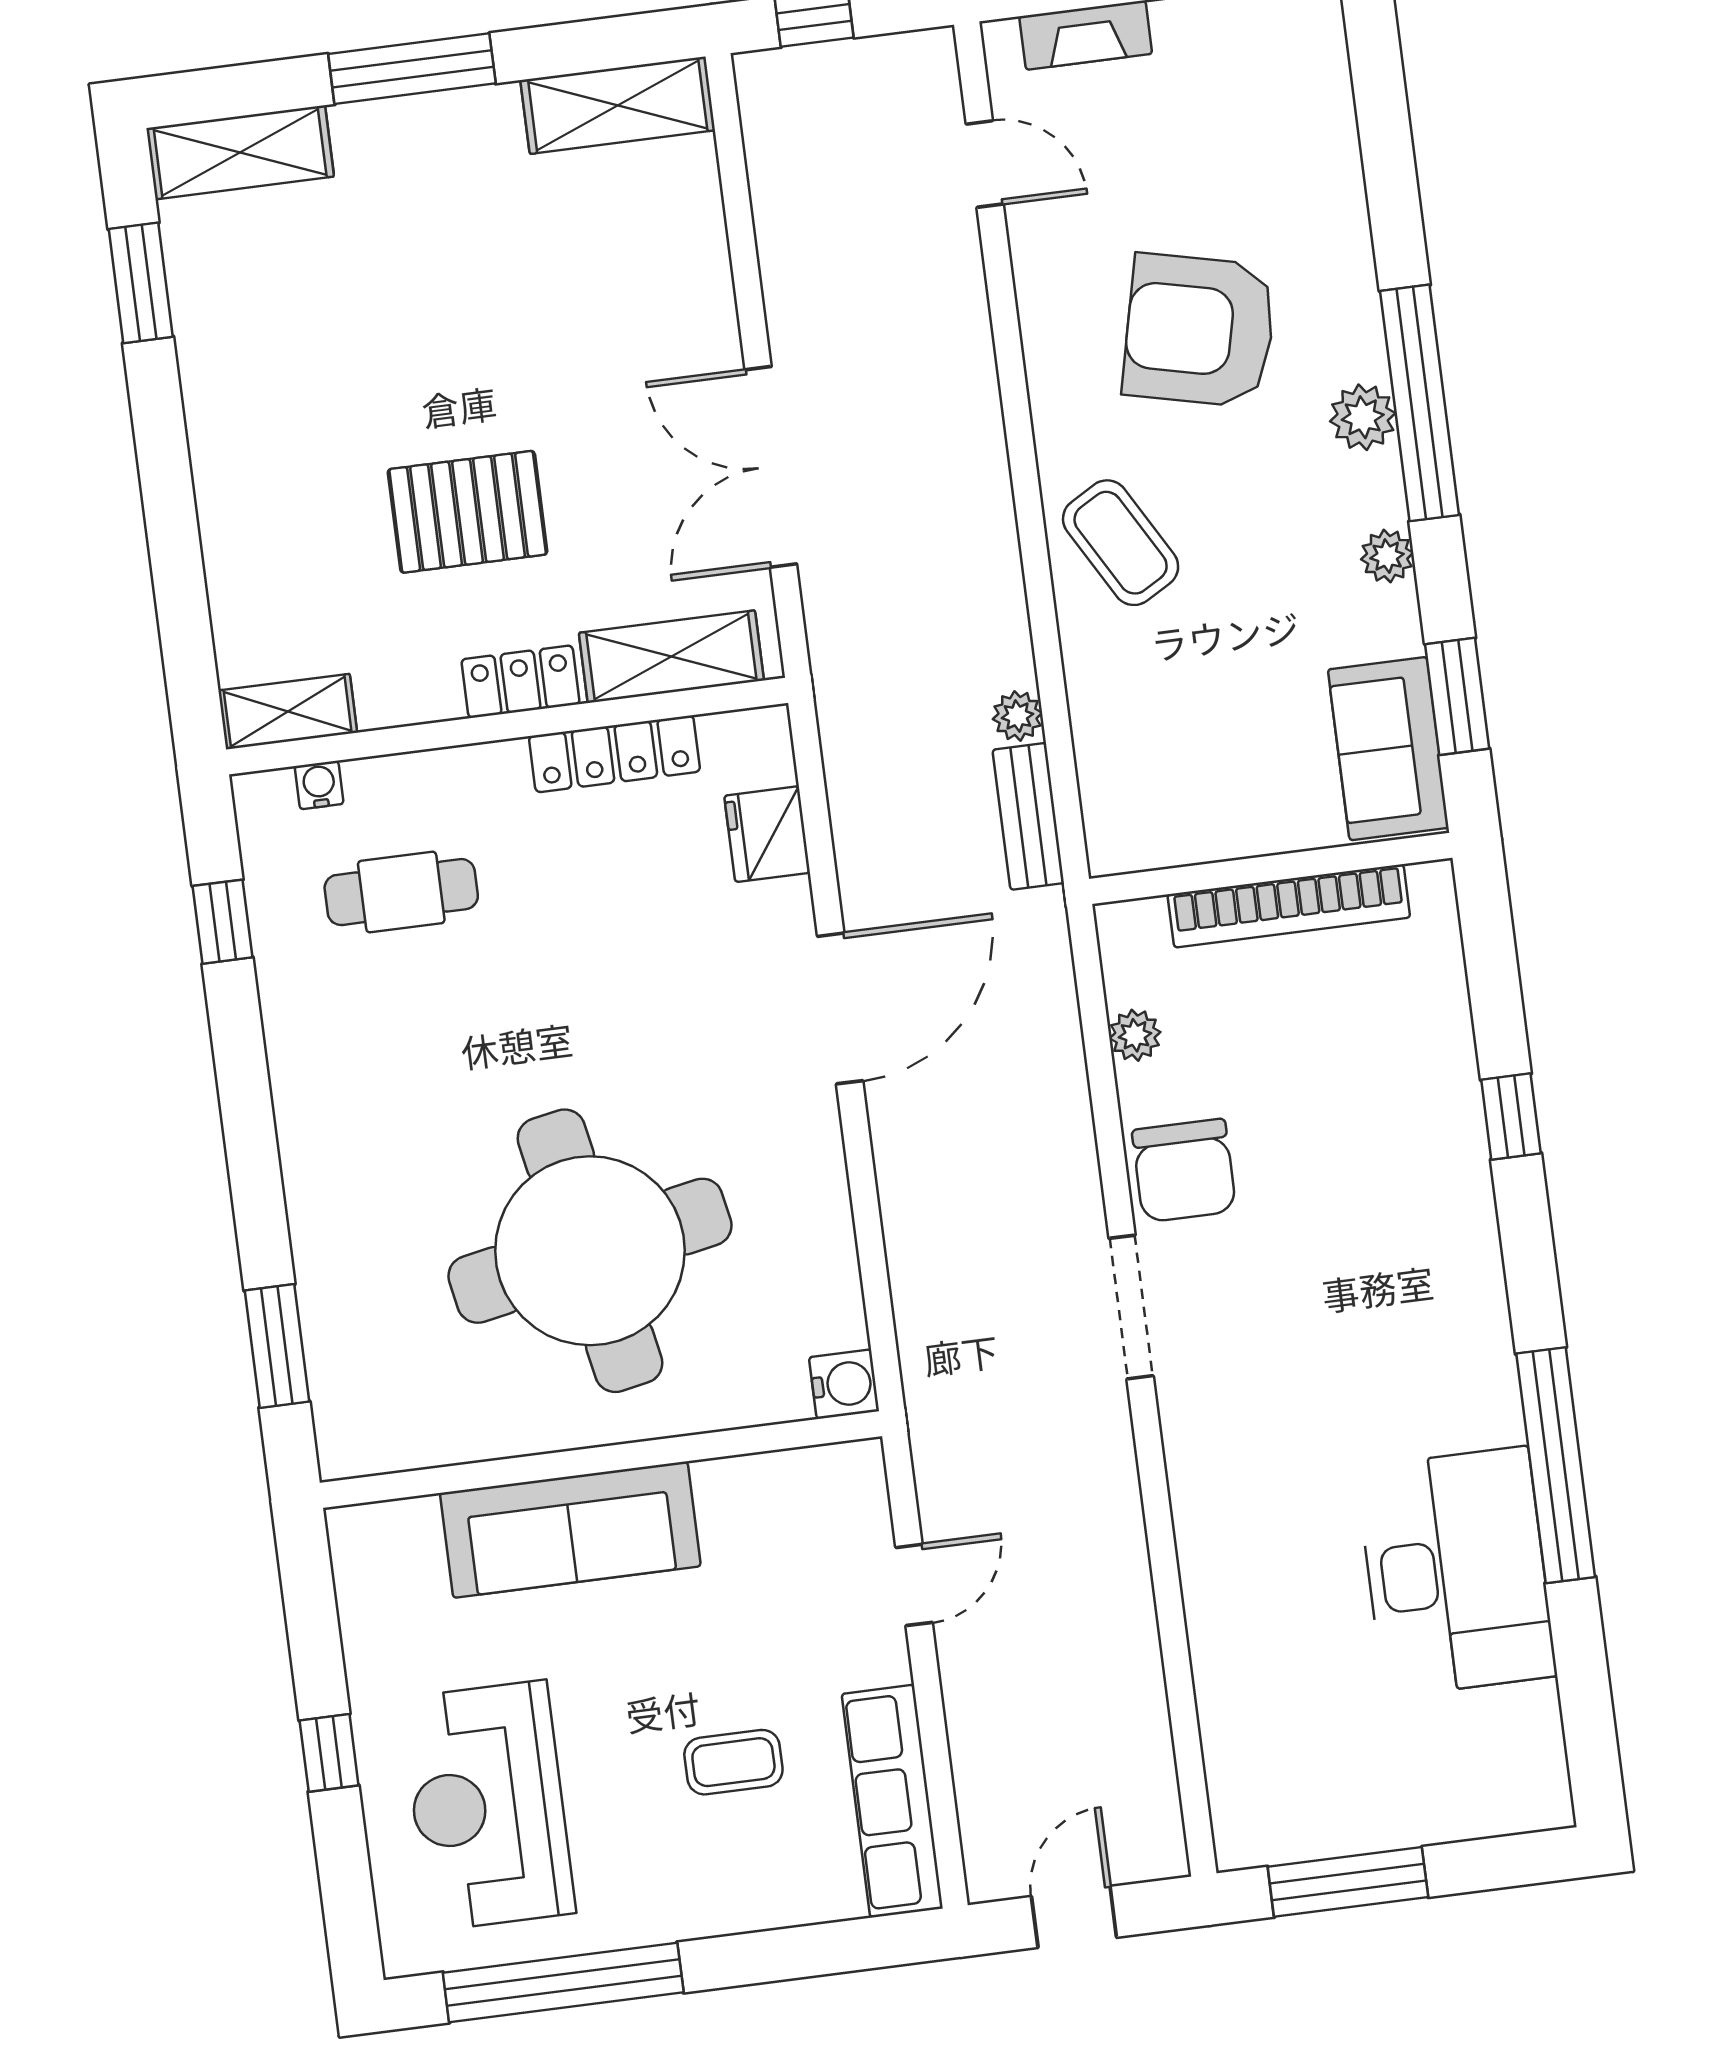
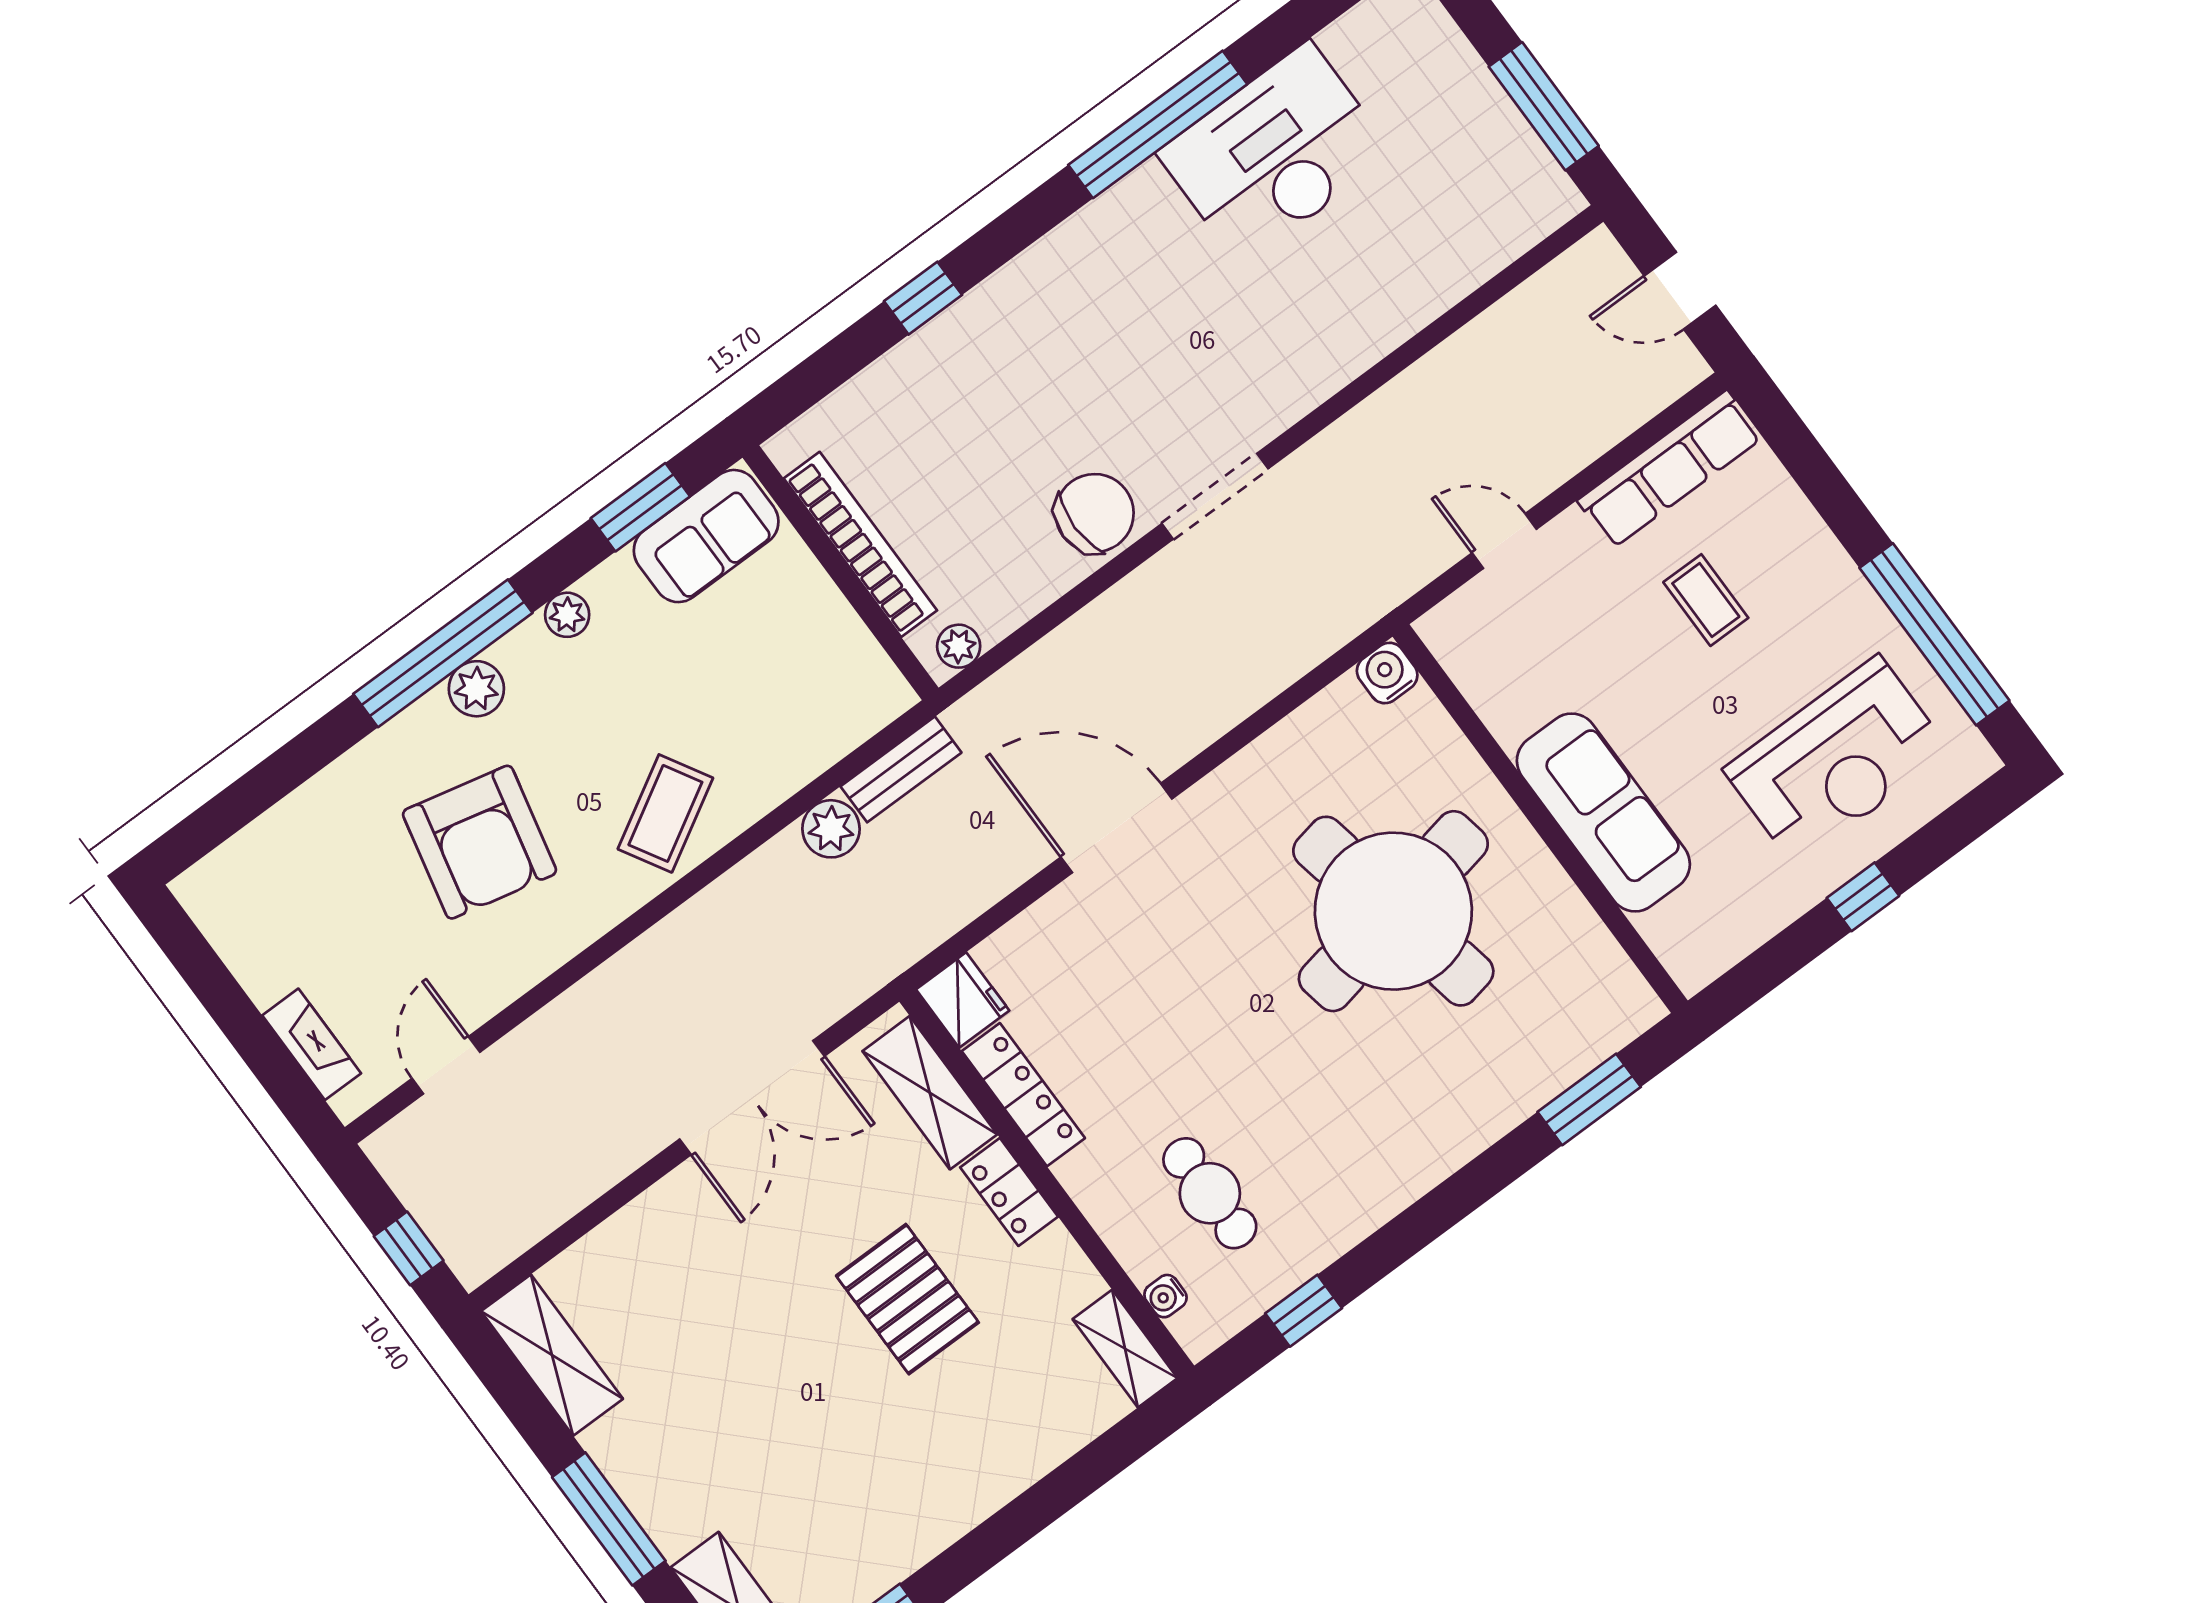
plant: (1017, 716) -> (831, 829), width x1.38, depth x1.38
fridge: (767, 834) -> (963, 1000), moved, turned -90
plant: (1135, 1035) -> (959, 646), moved

